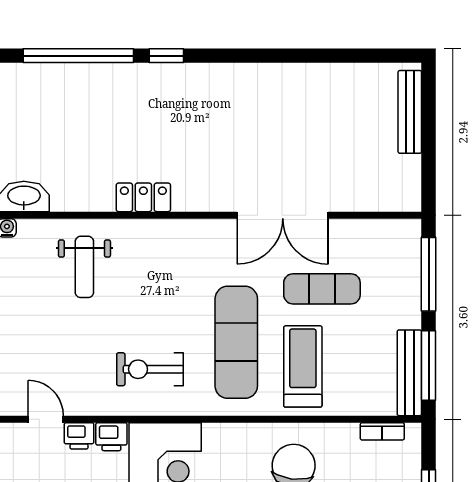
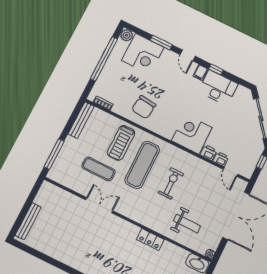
double door: (283, 215) -> (99, 205), width x0.73
weight bench: (84, 267) -> (187, 223), turned 90
window: (429, 365) -> (72, 119), removed
exercise bike: (150, 369) -> (171, 183), moved, turned -90

